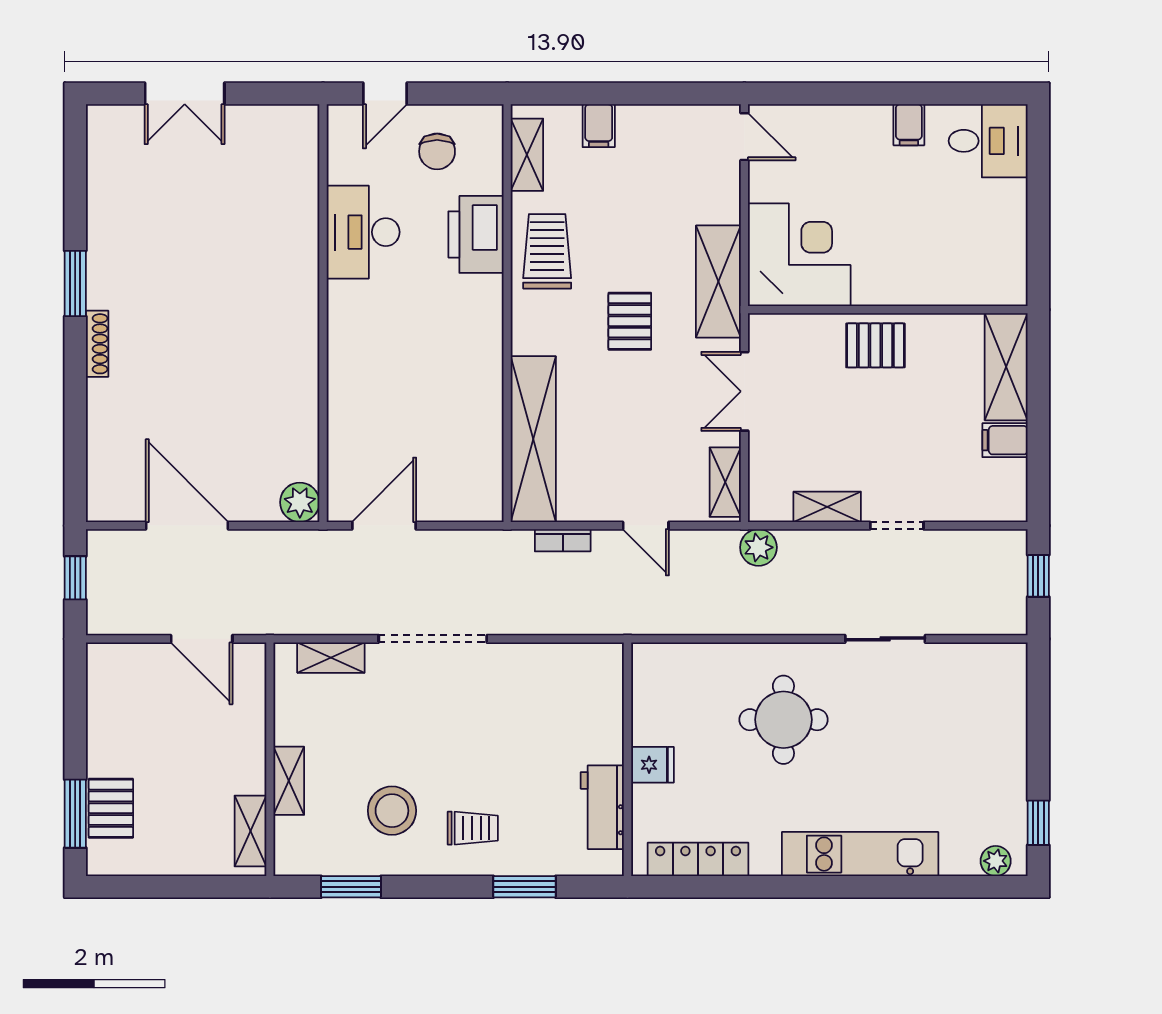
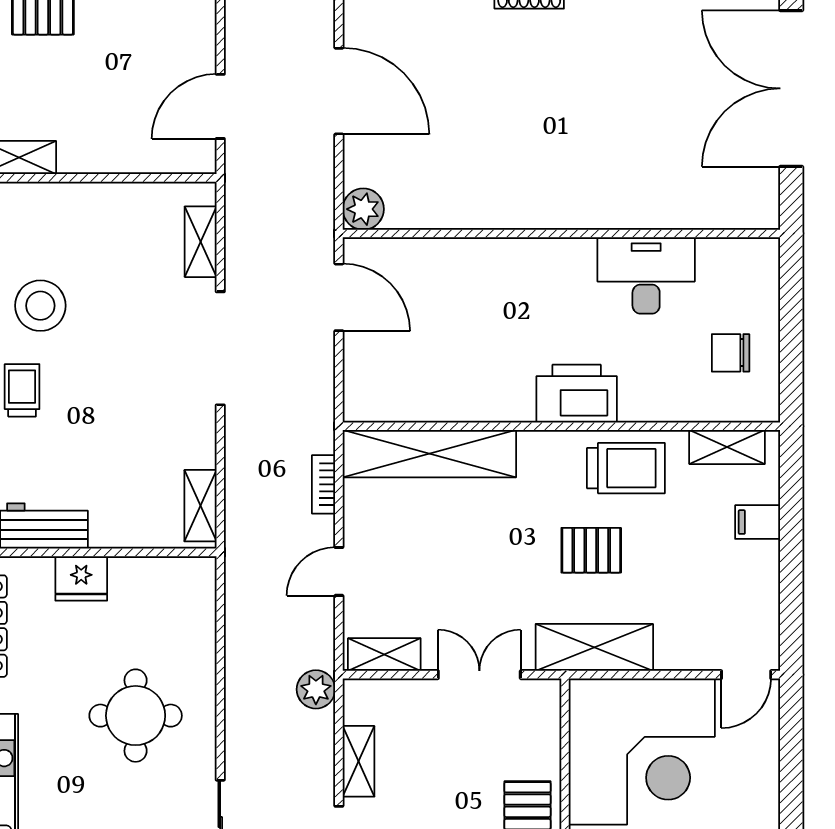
double door: (185, 94) -> (791, 88), width x1.87
door: (385, 94) -> (791, 298), removed
printer: (476, 234) -> (577, 394), moved
corner desk: (799, 255) -> (642, 751), width x1.36, depth x1.36
pallet: (630, 321) -> (591, 550), moved
door: (187, 526) -> (339, 91), hinge flipped
fridge: (652, 765) -> (81, 578), width x1.38
shelving: (289, 781) -> (200, 506), moved, turned 90
trolley: (473, 828) -> (22, 390), turned 180

